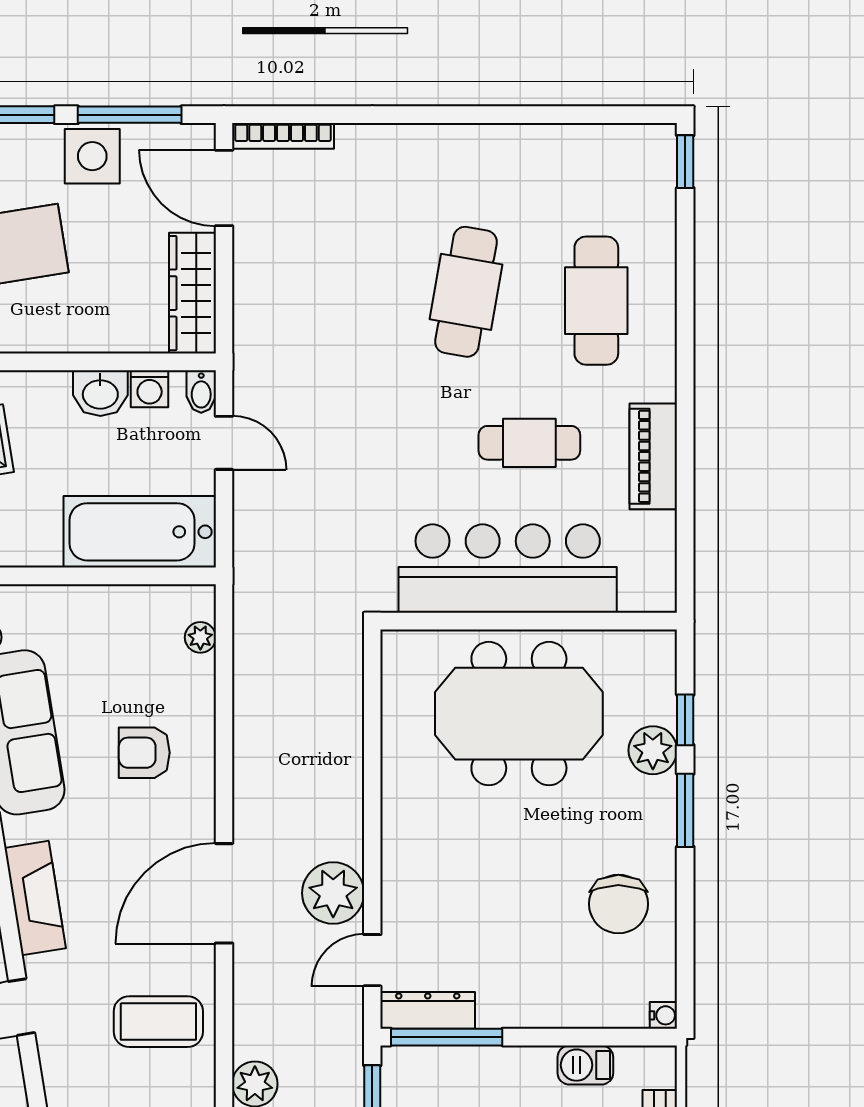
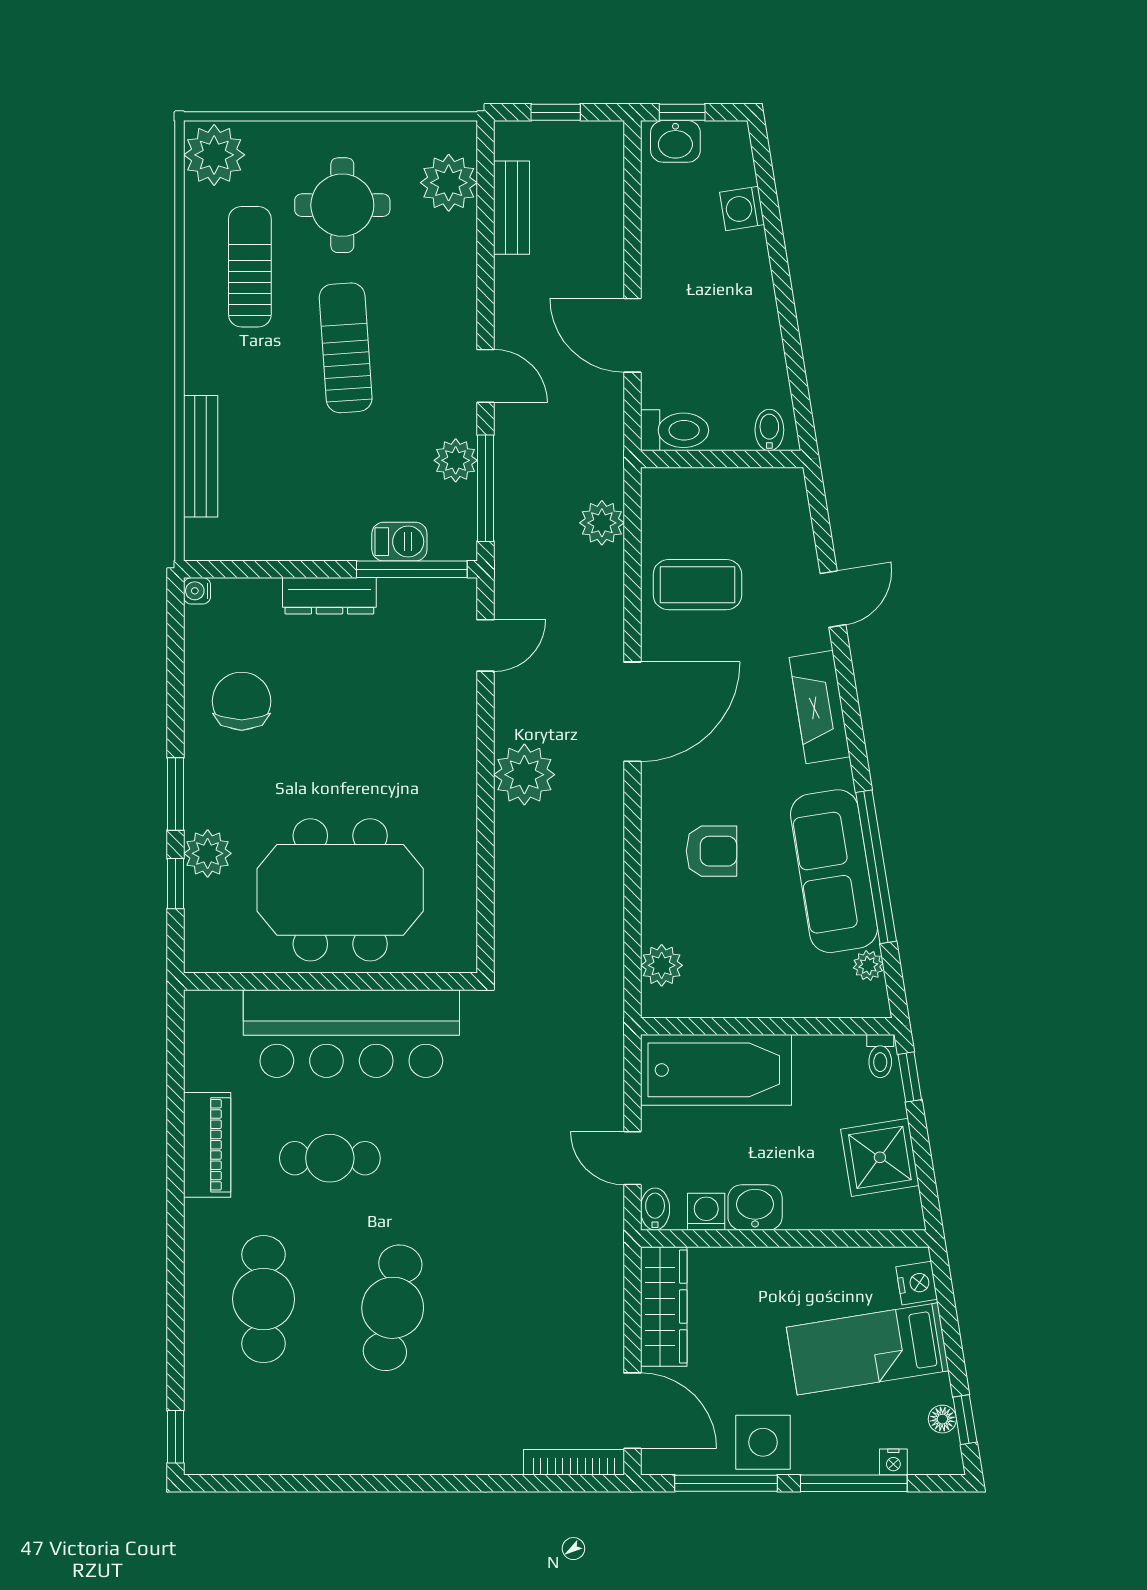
plant: (200, 637) -> (662, 965), width x1.38, depth x1.38
plant: (333, 893) -> (524, 775), moved
dresser: (428, 1010) -> (329, 596), moved
barbecue: (585, 1065) -> (399, 542), moved

